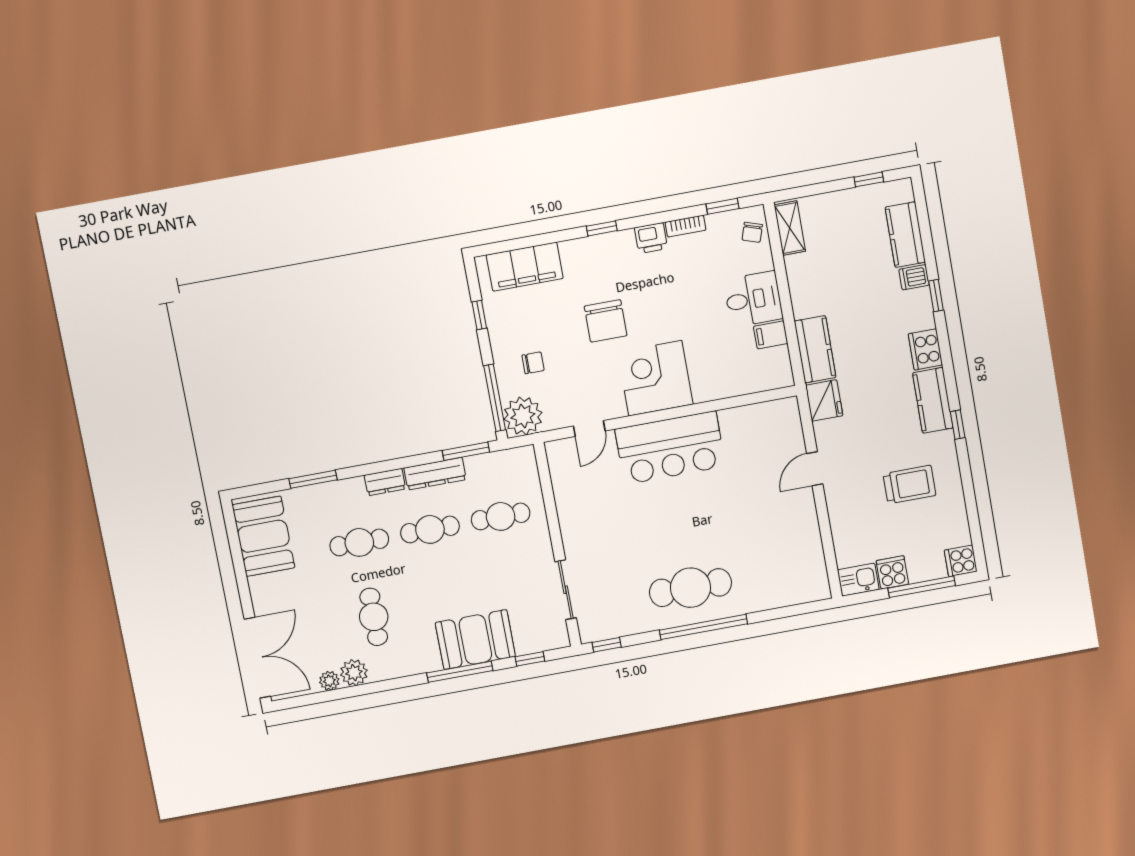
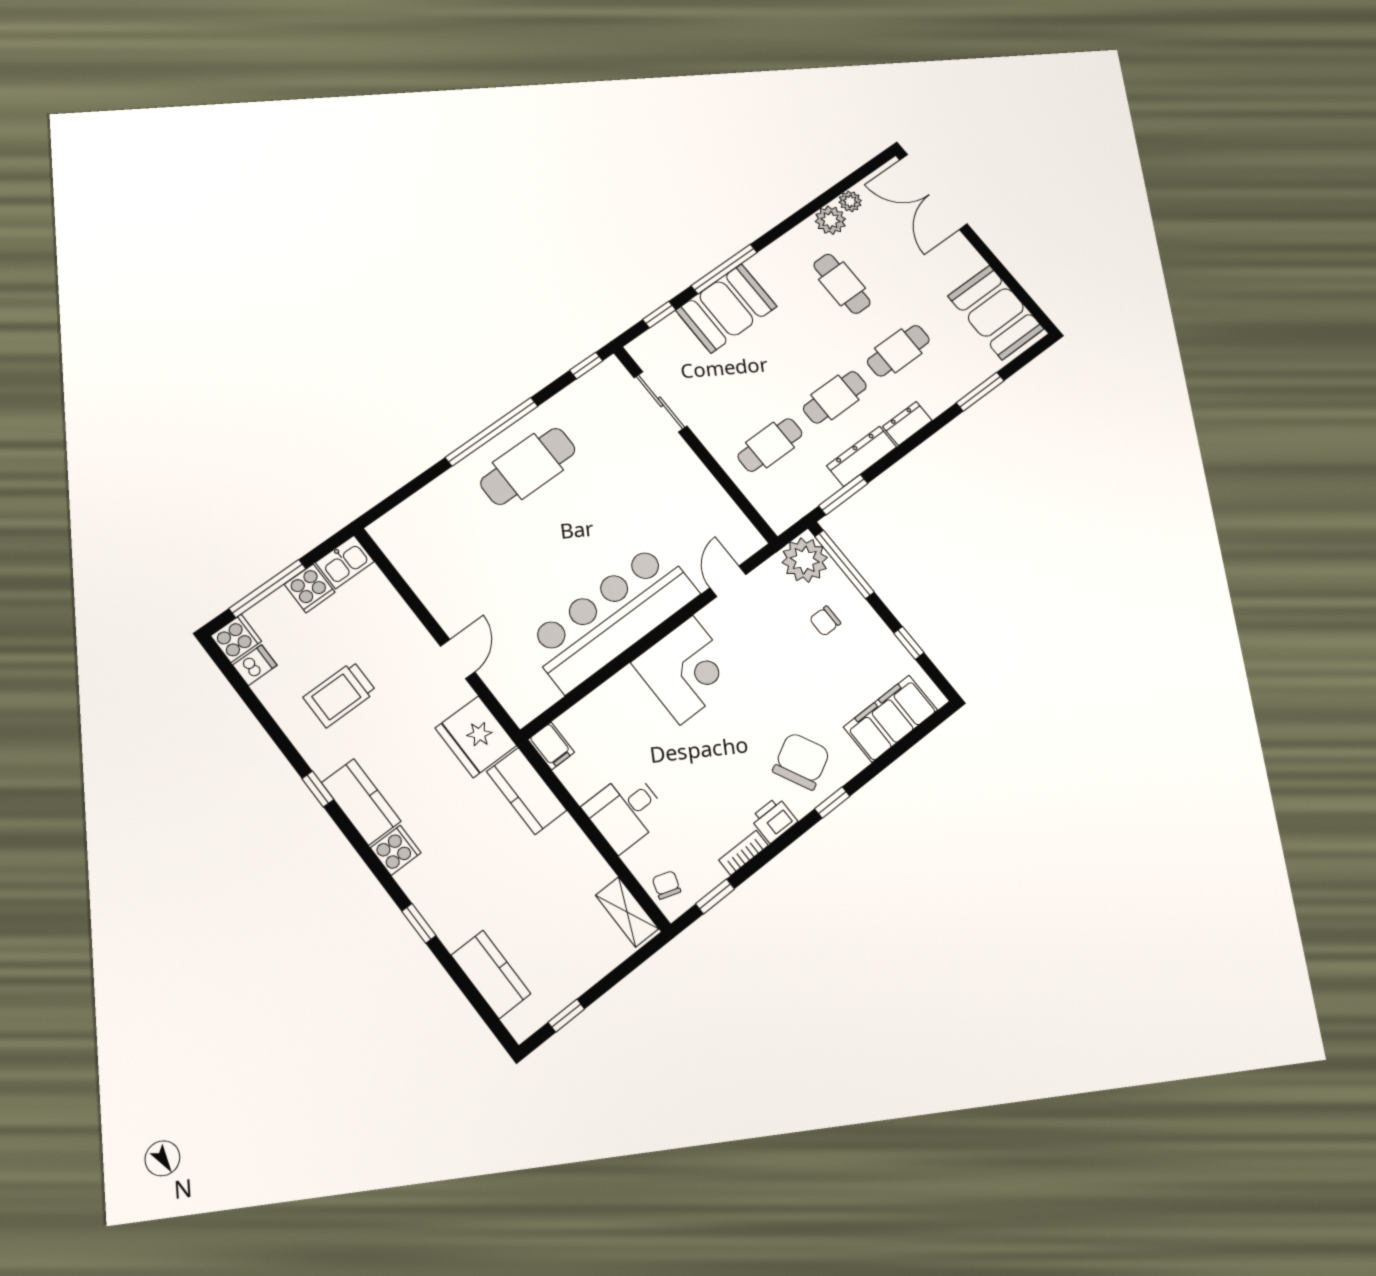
dishwasher: (914, 277) -> (255, 665), moved
chair: (606, 321) -> (801, 761), moved, turned 63
filing cabinet: (771, 335) -> (551, 746), moved, turned 90
cooker: (925, 349) -> (396, 850), width x0.73
fridge: (824, 400) -> (476, 737), width x1.36, depth x1.34
bar counter: (670, 448) -> (612, 617), width x1.36

